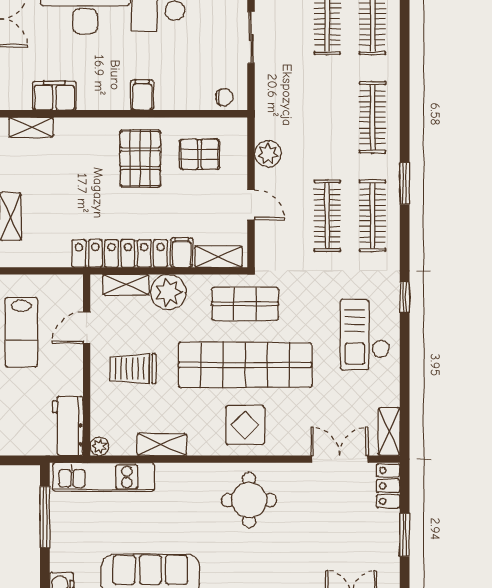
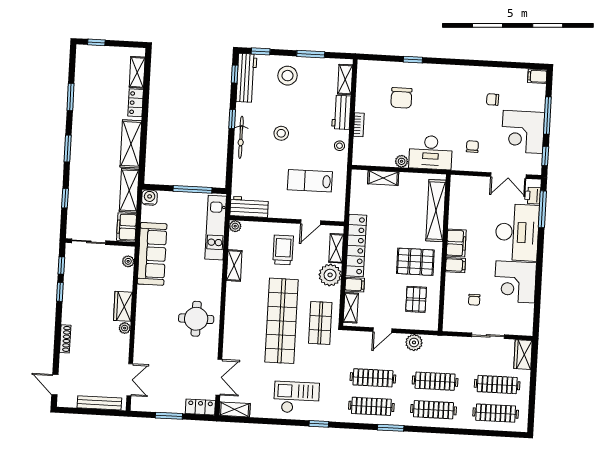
filing cabinet: (54, 96) -> (456, 243), moved
chair: (224, 97) -> (474, 300), moved
clothes rail: (327, 117) -> (435, 381), added
shelving: (31, 127) -> (436, 211), width x2.20, depth x1.33
door: (87, 328) -> (311, 222), swing flipped
display table: (245, 425) -> (244, 319), removed

